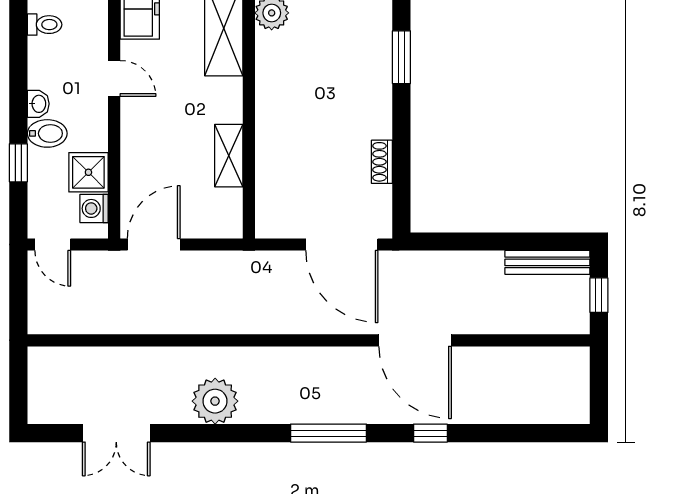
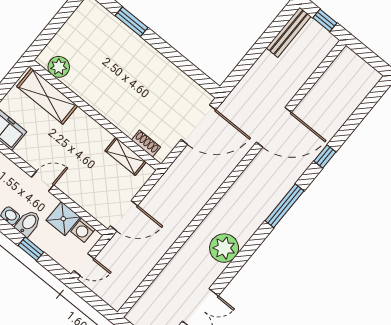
door: (114, 78) -> (43, 181), moved
shelving: (229, 156) -> (126, 156), moved
shoe rack: (382, 162) -> (146, 144), moved, turned 180
door: (154, 244) -> (124, 216), swing flipped

